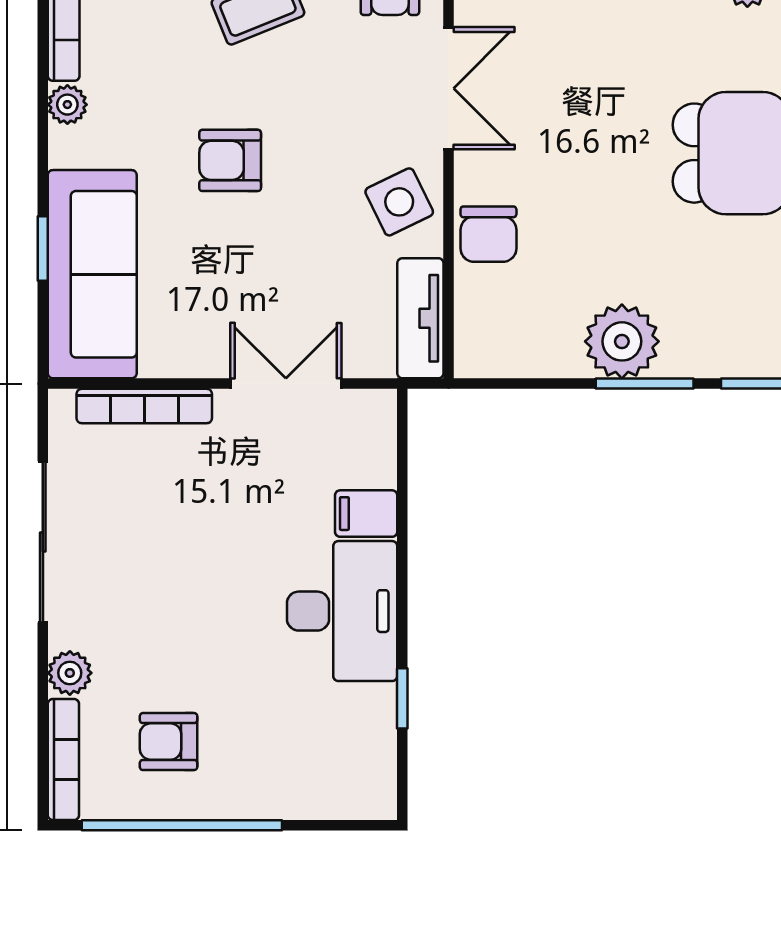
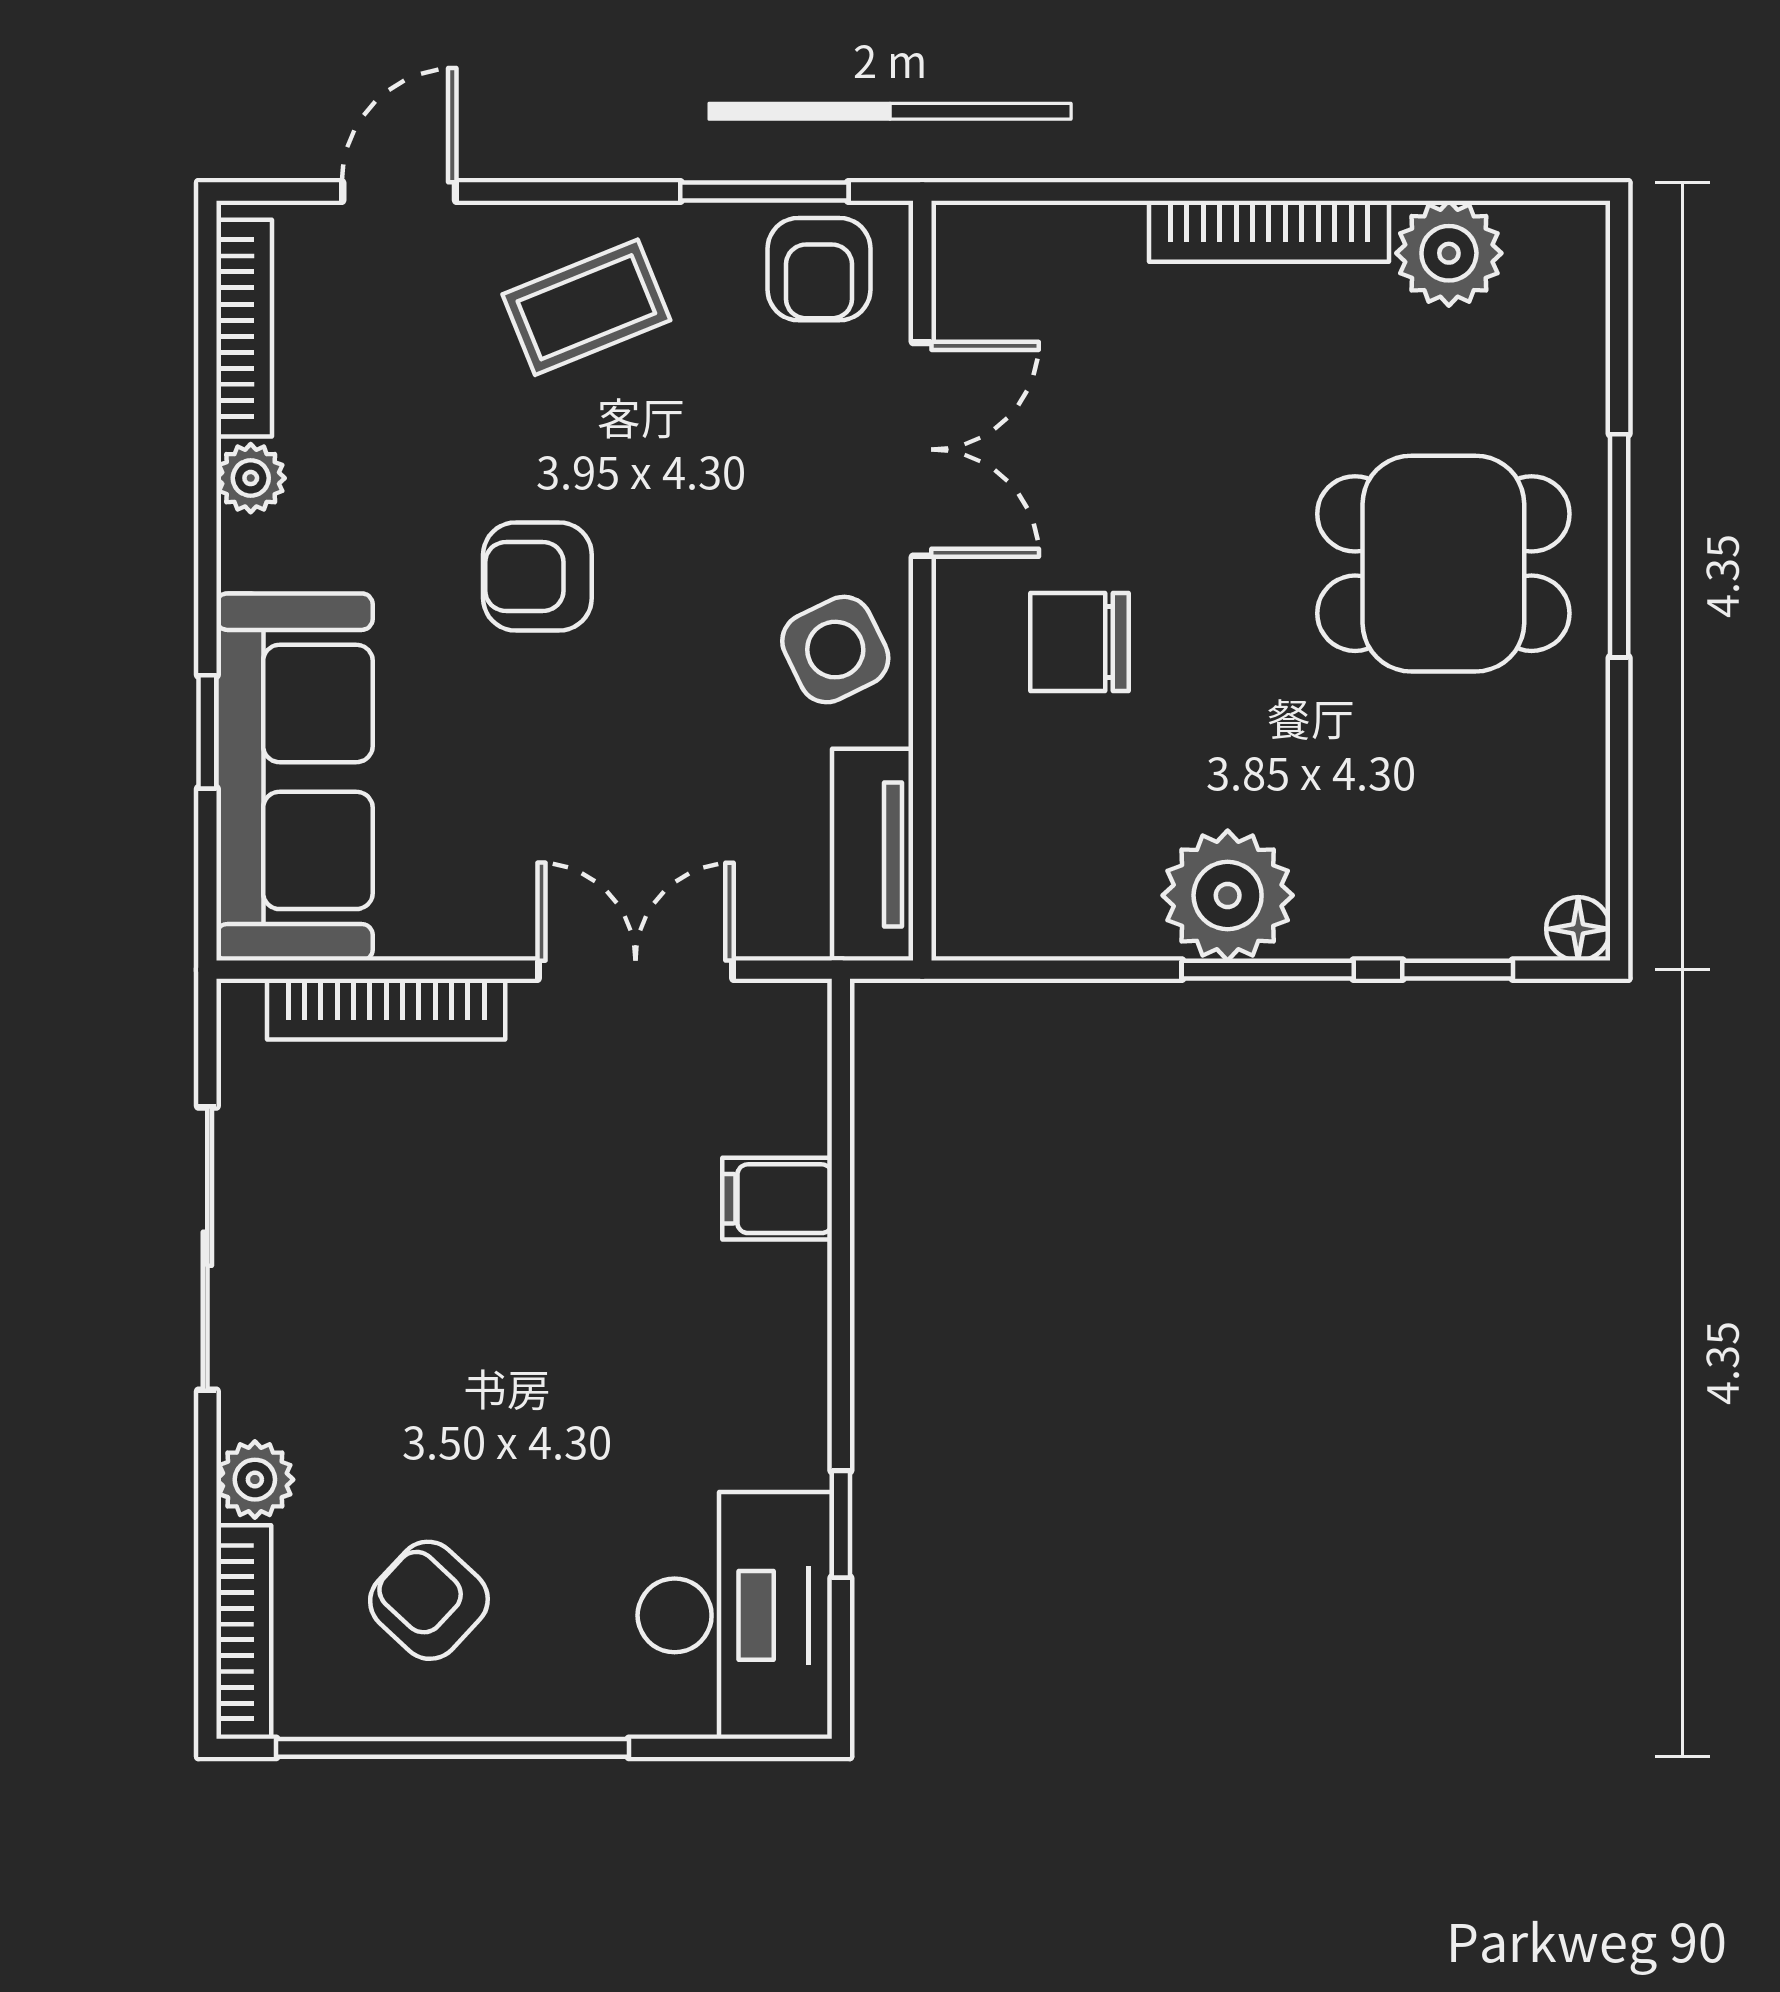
chair: (488, 234) -> (1079, 642), moved, turned 90
desk: (342, 611) -> (735, 1615), moved
armchair: (169, 742) -> (429, 1600), turned 43

